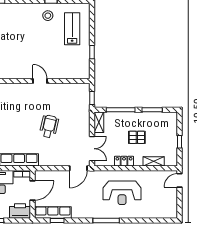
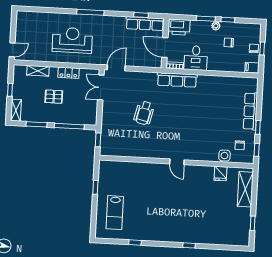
stool: (48, 16) -> (139, 228), removed
door: (40, 81) -> (177, 162), moved
shelving: (99, 122) -> (16, 110), moved
door: (32, 191) -> (165, 47), hinge flipped

